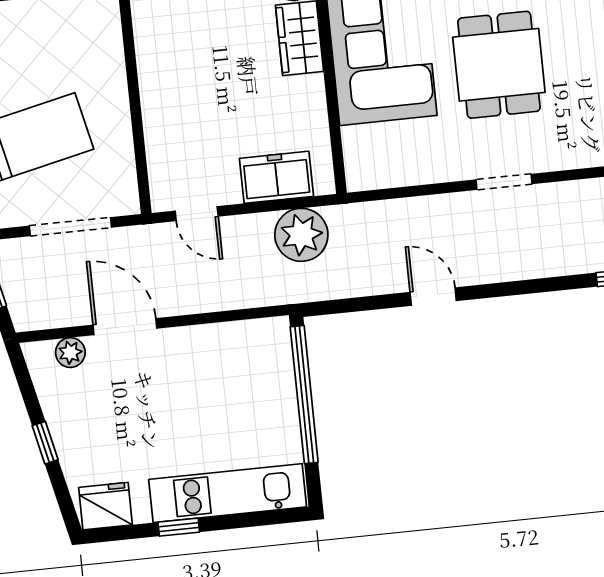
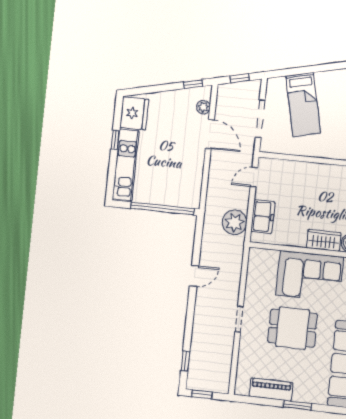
door: (125, 327) -> (210, 134), hinge flipped
window: (45, 443) -> (193, 84), moved
fridge: (105, 506) -> (134, 113), width x1.36, depth x1.34

